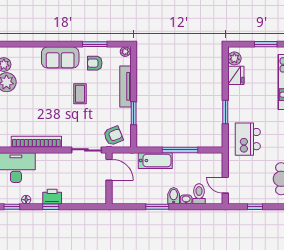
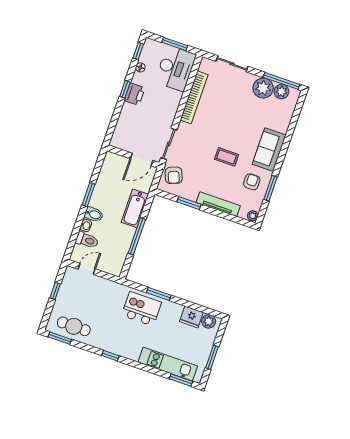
kitchen island: (248, 139) -> (141, 309), moved

